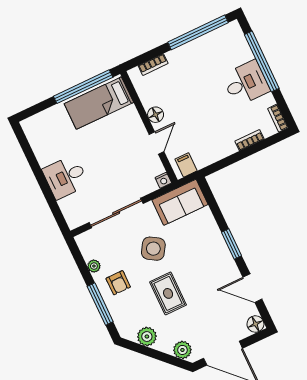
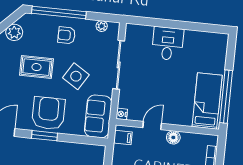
door: (157, 143) -> (152, 126), swing flipped
armchair: (207, 254) -> (48, 113), added
plant: (94, 266) -> (102, 26), moved
window: (100, 304) -> (59, 12), width x1.46

